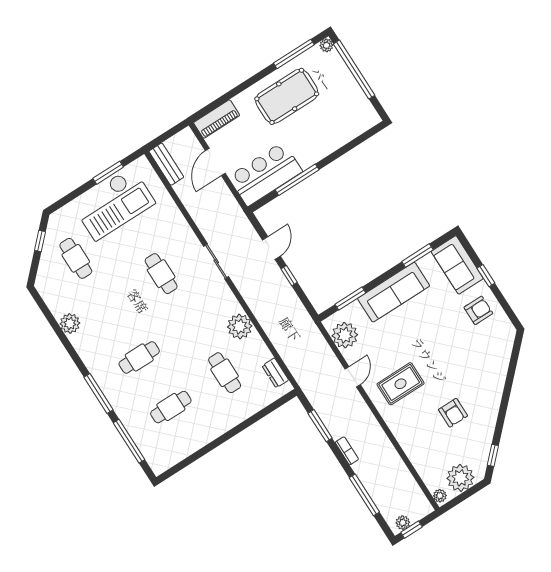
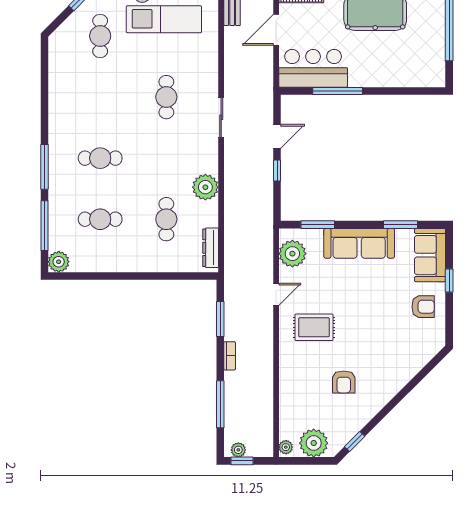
plant: (70, 323) -> (59, 262), moved
dresser: (275, 373) -> (211, 248), width x1.44

